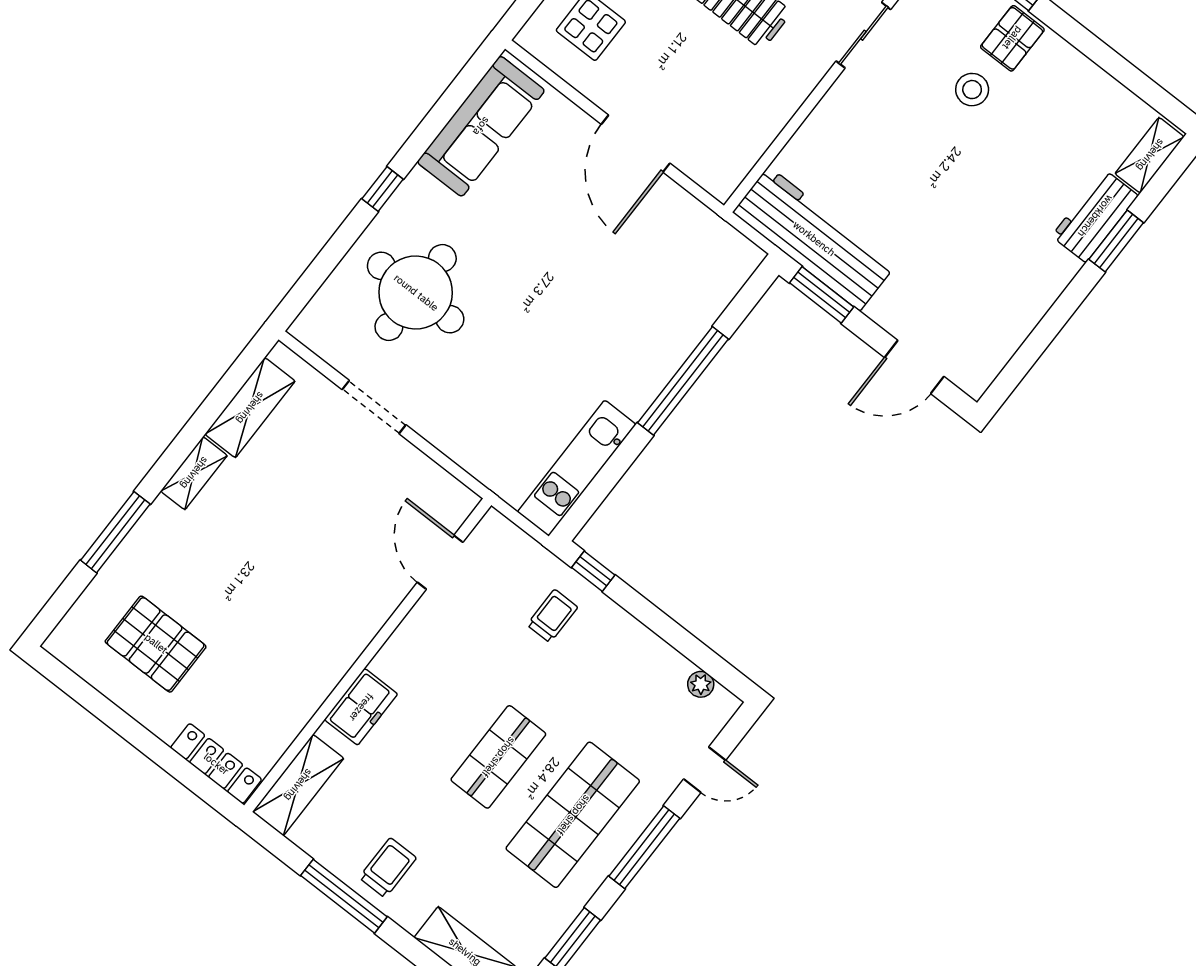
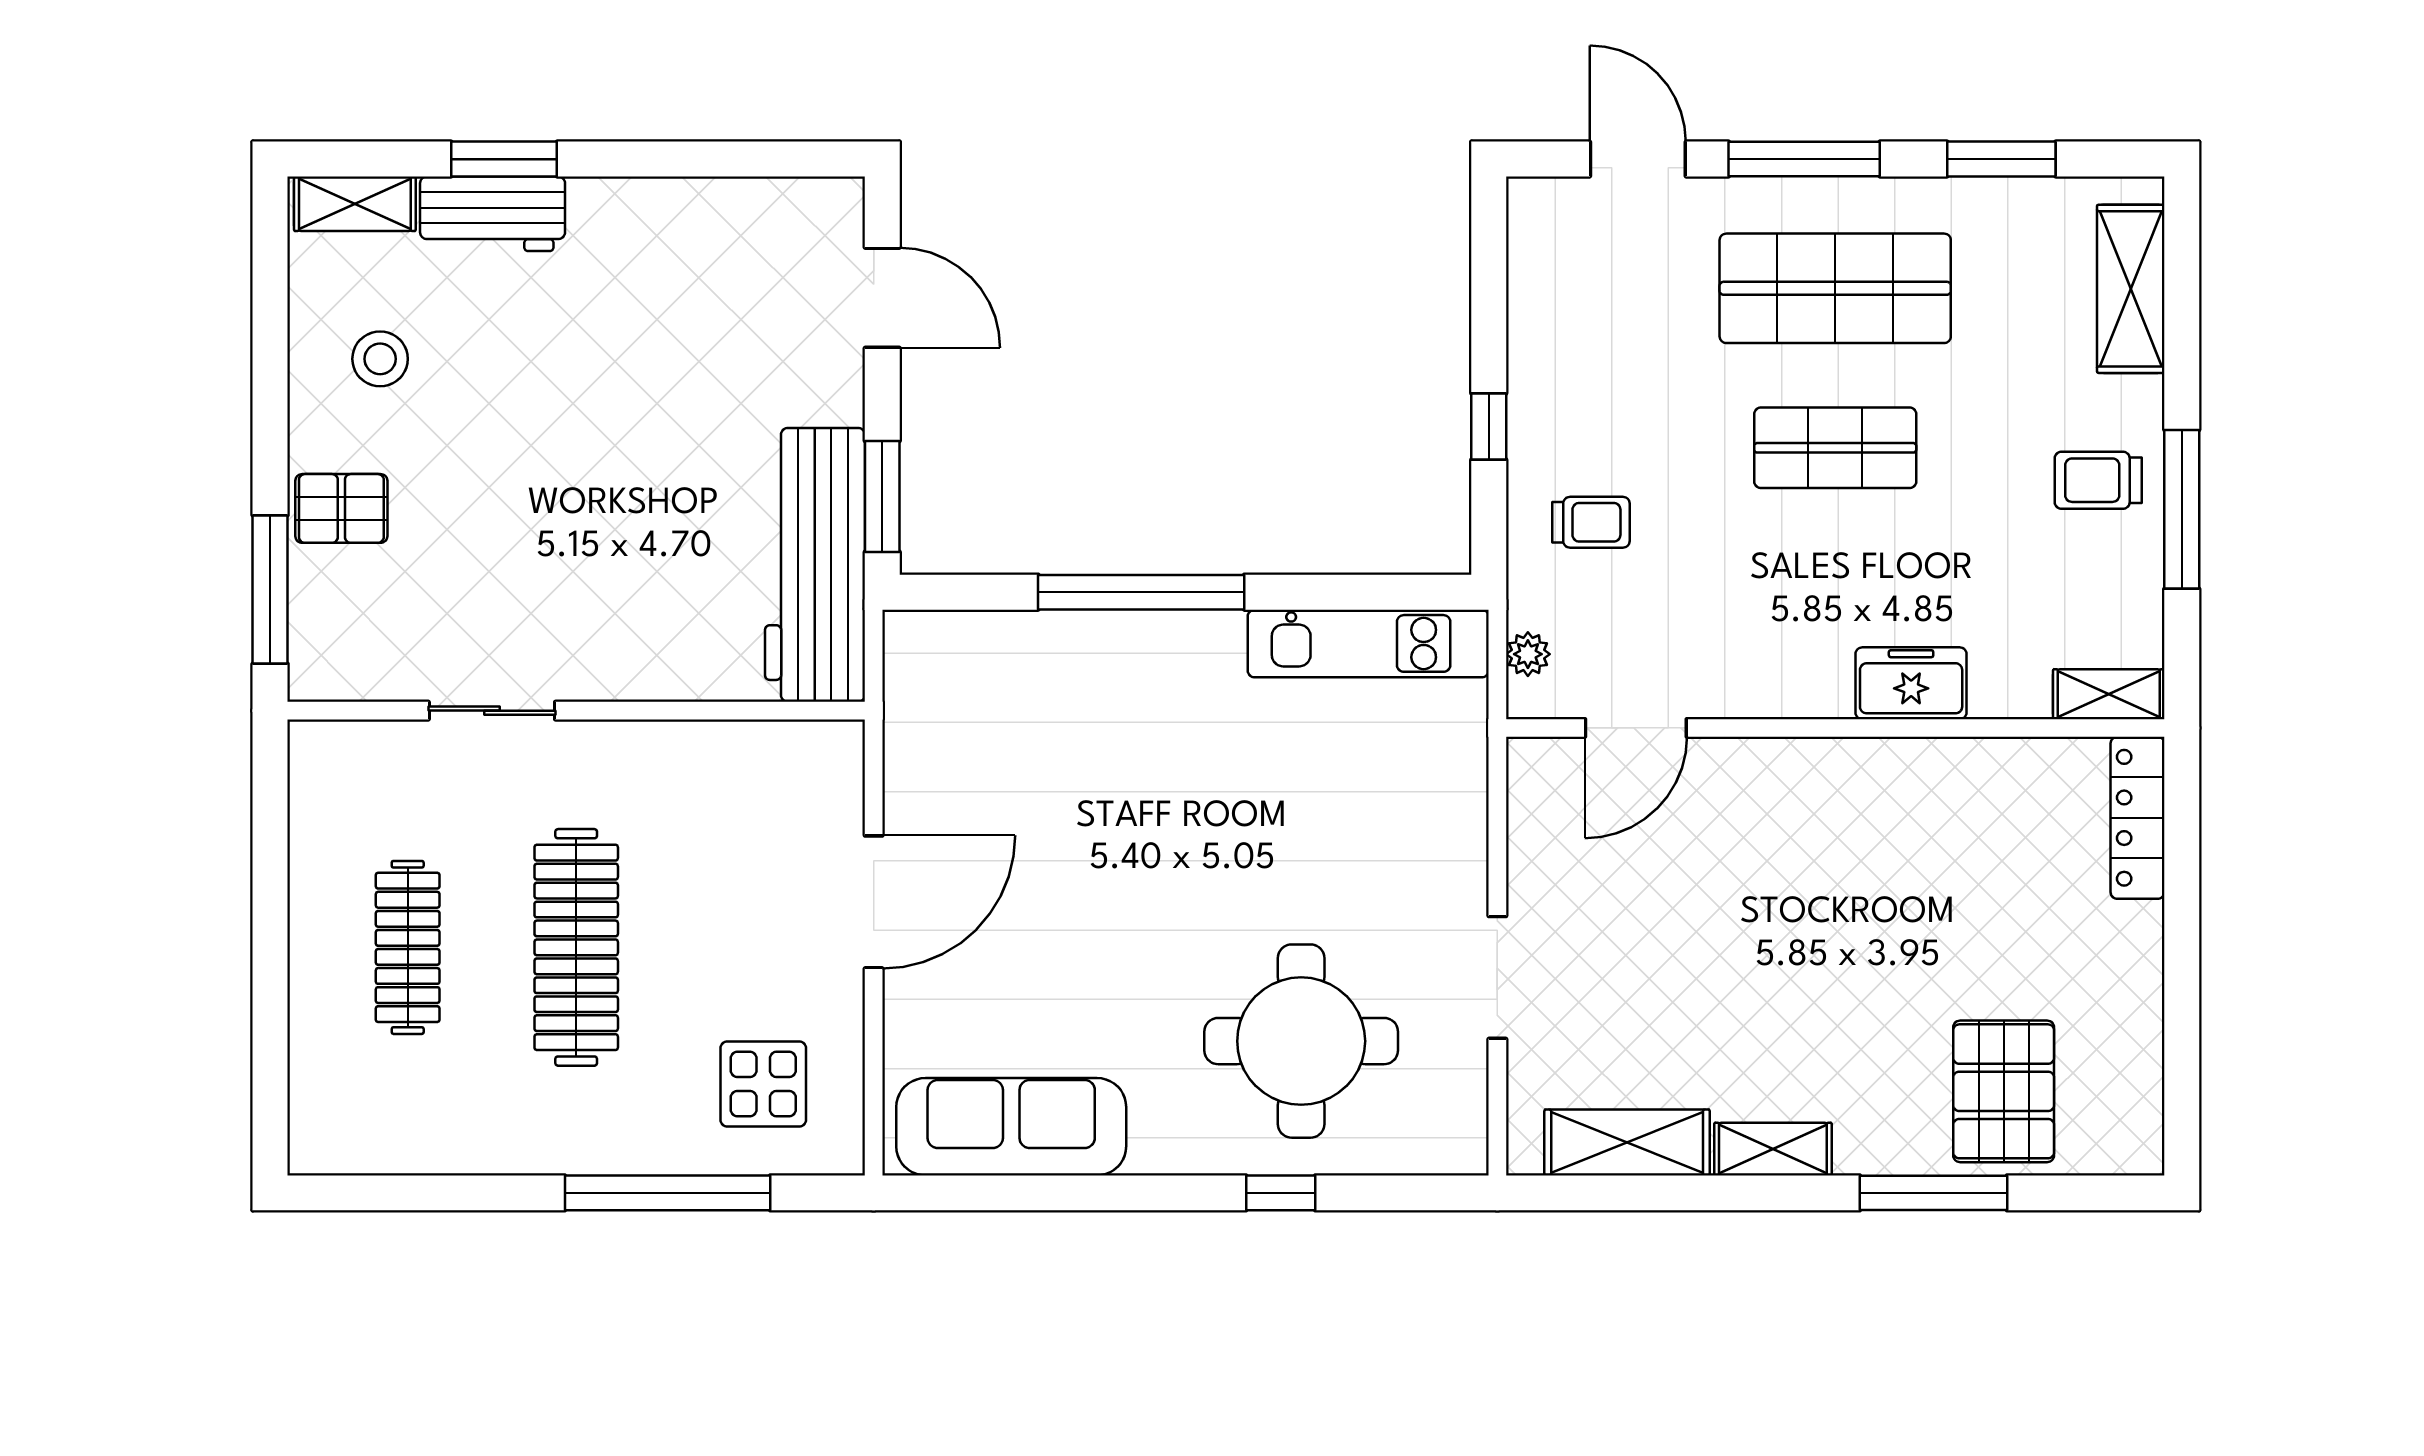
stool: (972, 90) -> (380, 359), moved
window: (383, 189) -> (1281, 1193), moved
window: (593, 571) -> (1489, 427), moved
trolley: (552, 616) -> (1591, 522), turned 180
pallet: (156, 644) -> (2004, 1091), moved
plant: (701, 684) -> (1528, 654), moved
door: (705, 770) -> (1638, 159), width x1.38
shelving: (298, 785) -> (2109, 694), width x0.67, depth x0.75

